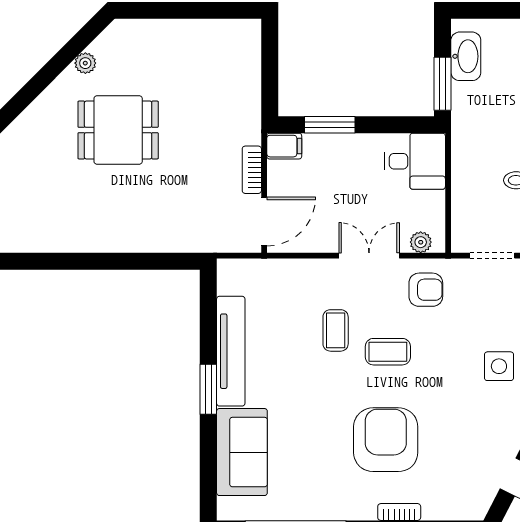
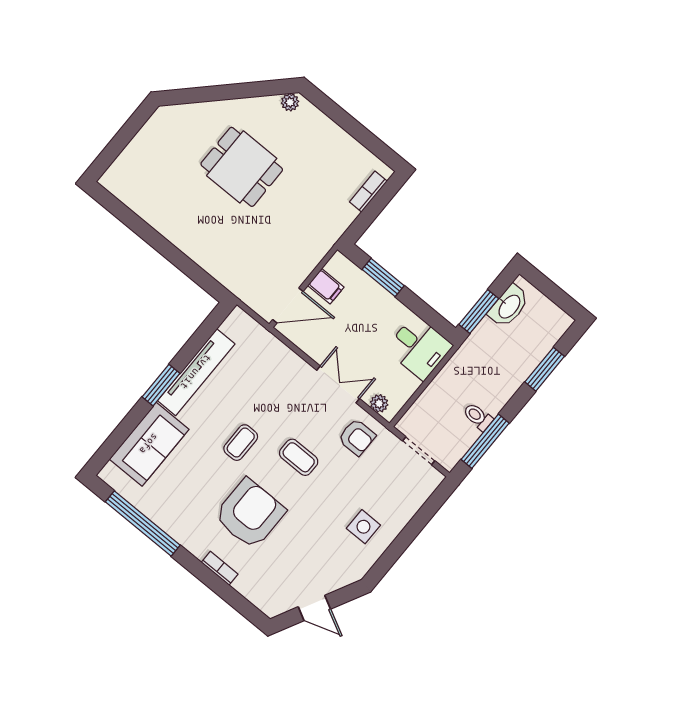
plant: (85, 63) -> (290, 102), moved
filing cabinet: (284, 146) -> (326, 286), moved
bookcase: (252, 170) -> (368, 191), moved
coffee table: (336, 330) -> (241, 443), moved

